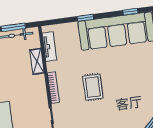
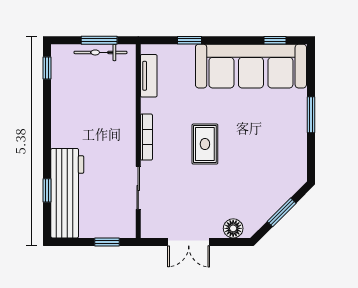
window: (85, 18) -> (190, 40), moved
shelving: (37, 61) -> (127, 95), removed

